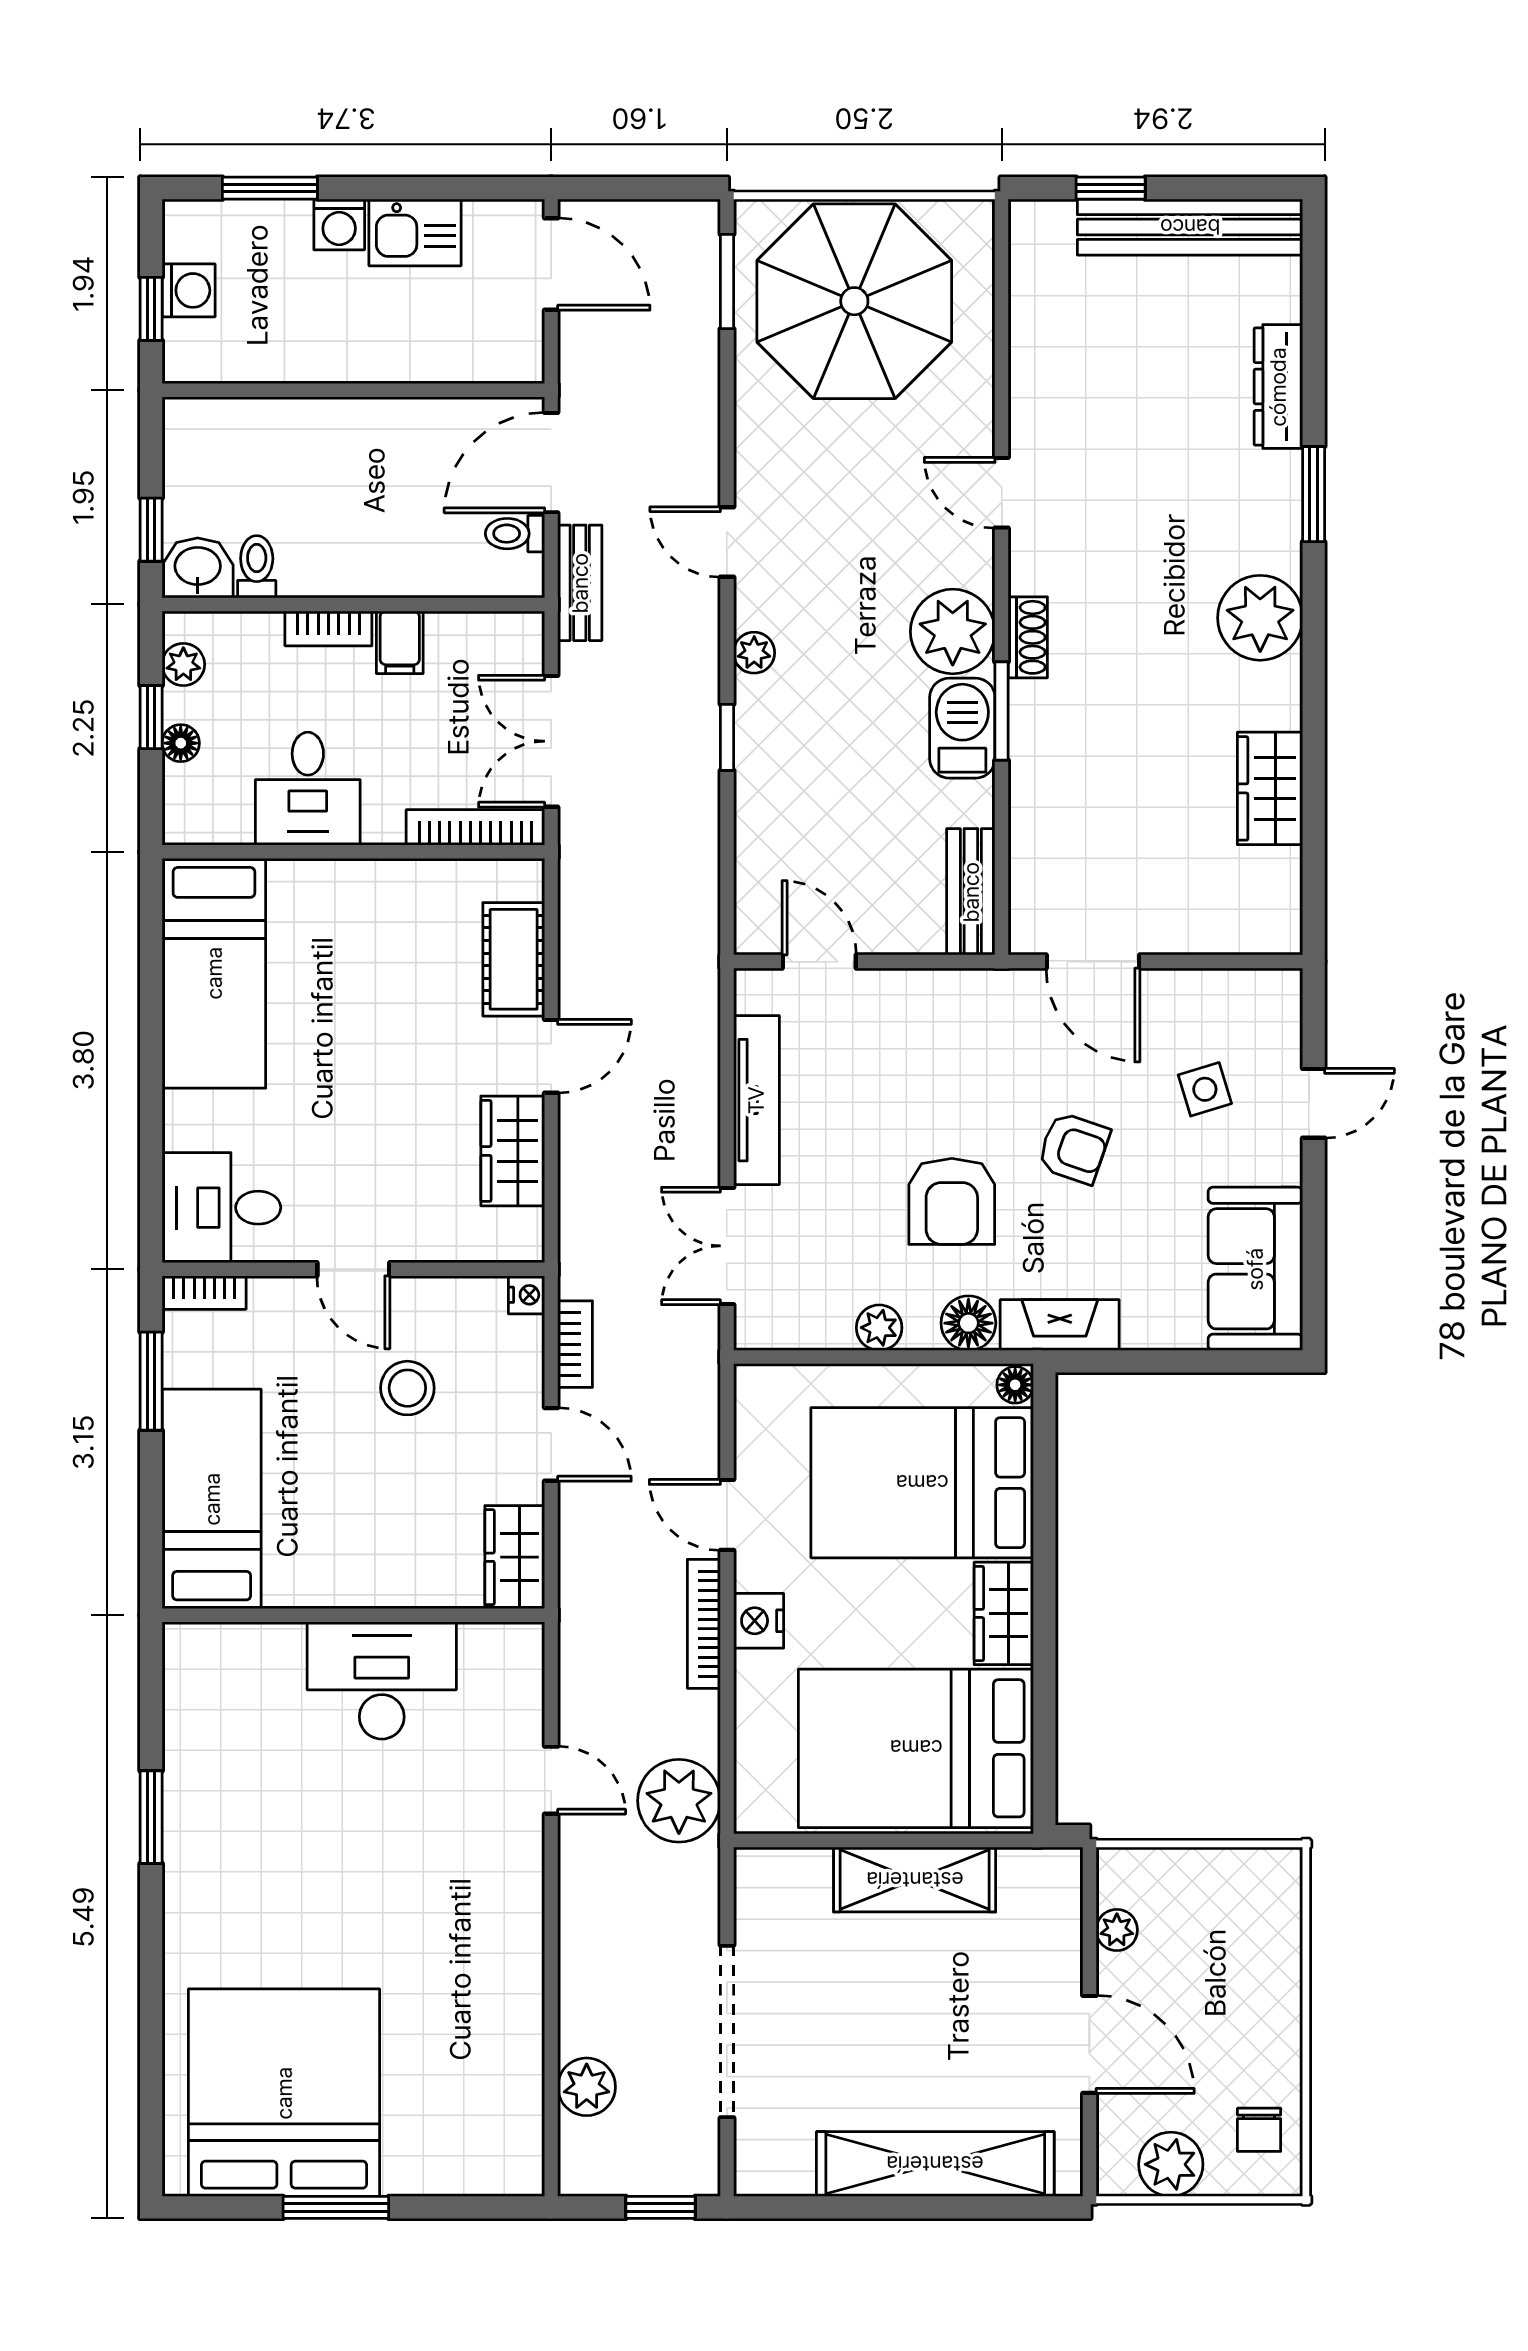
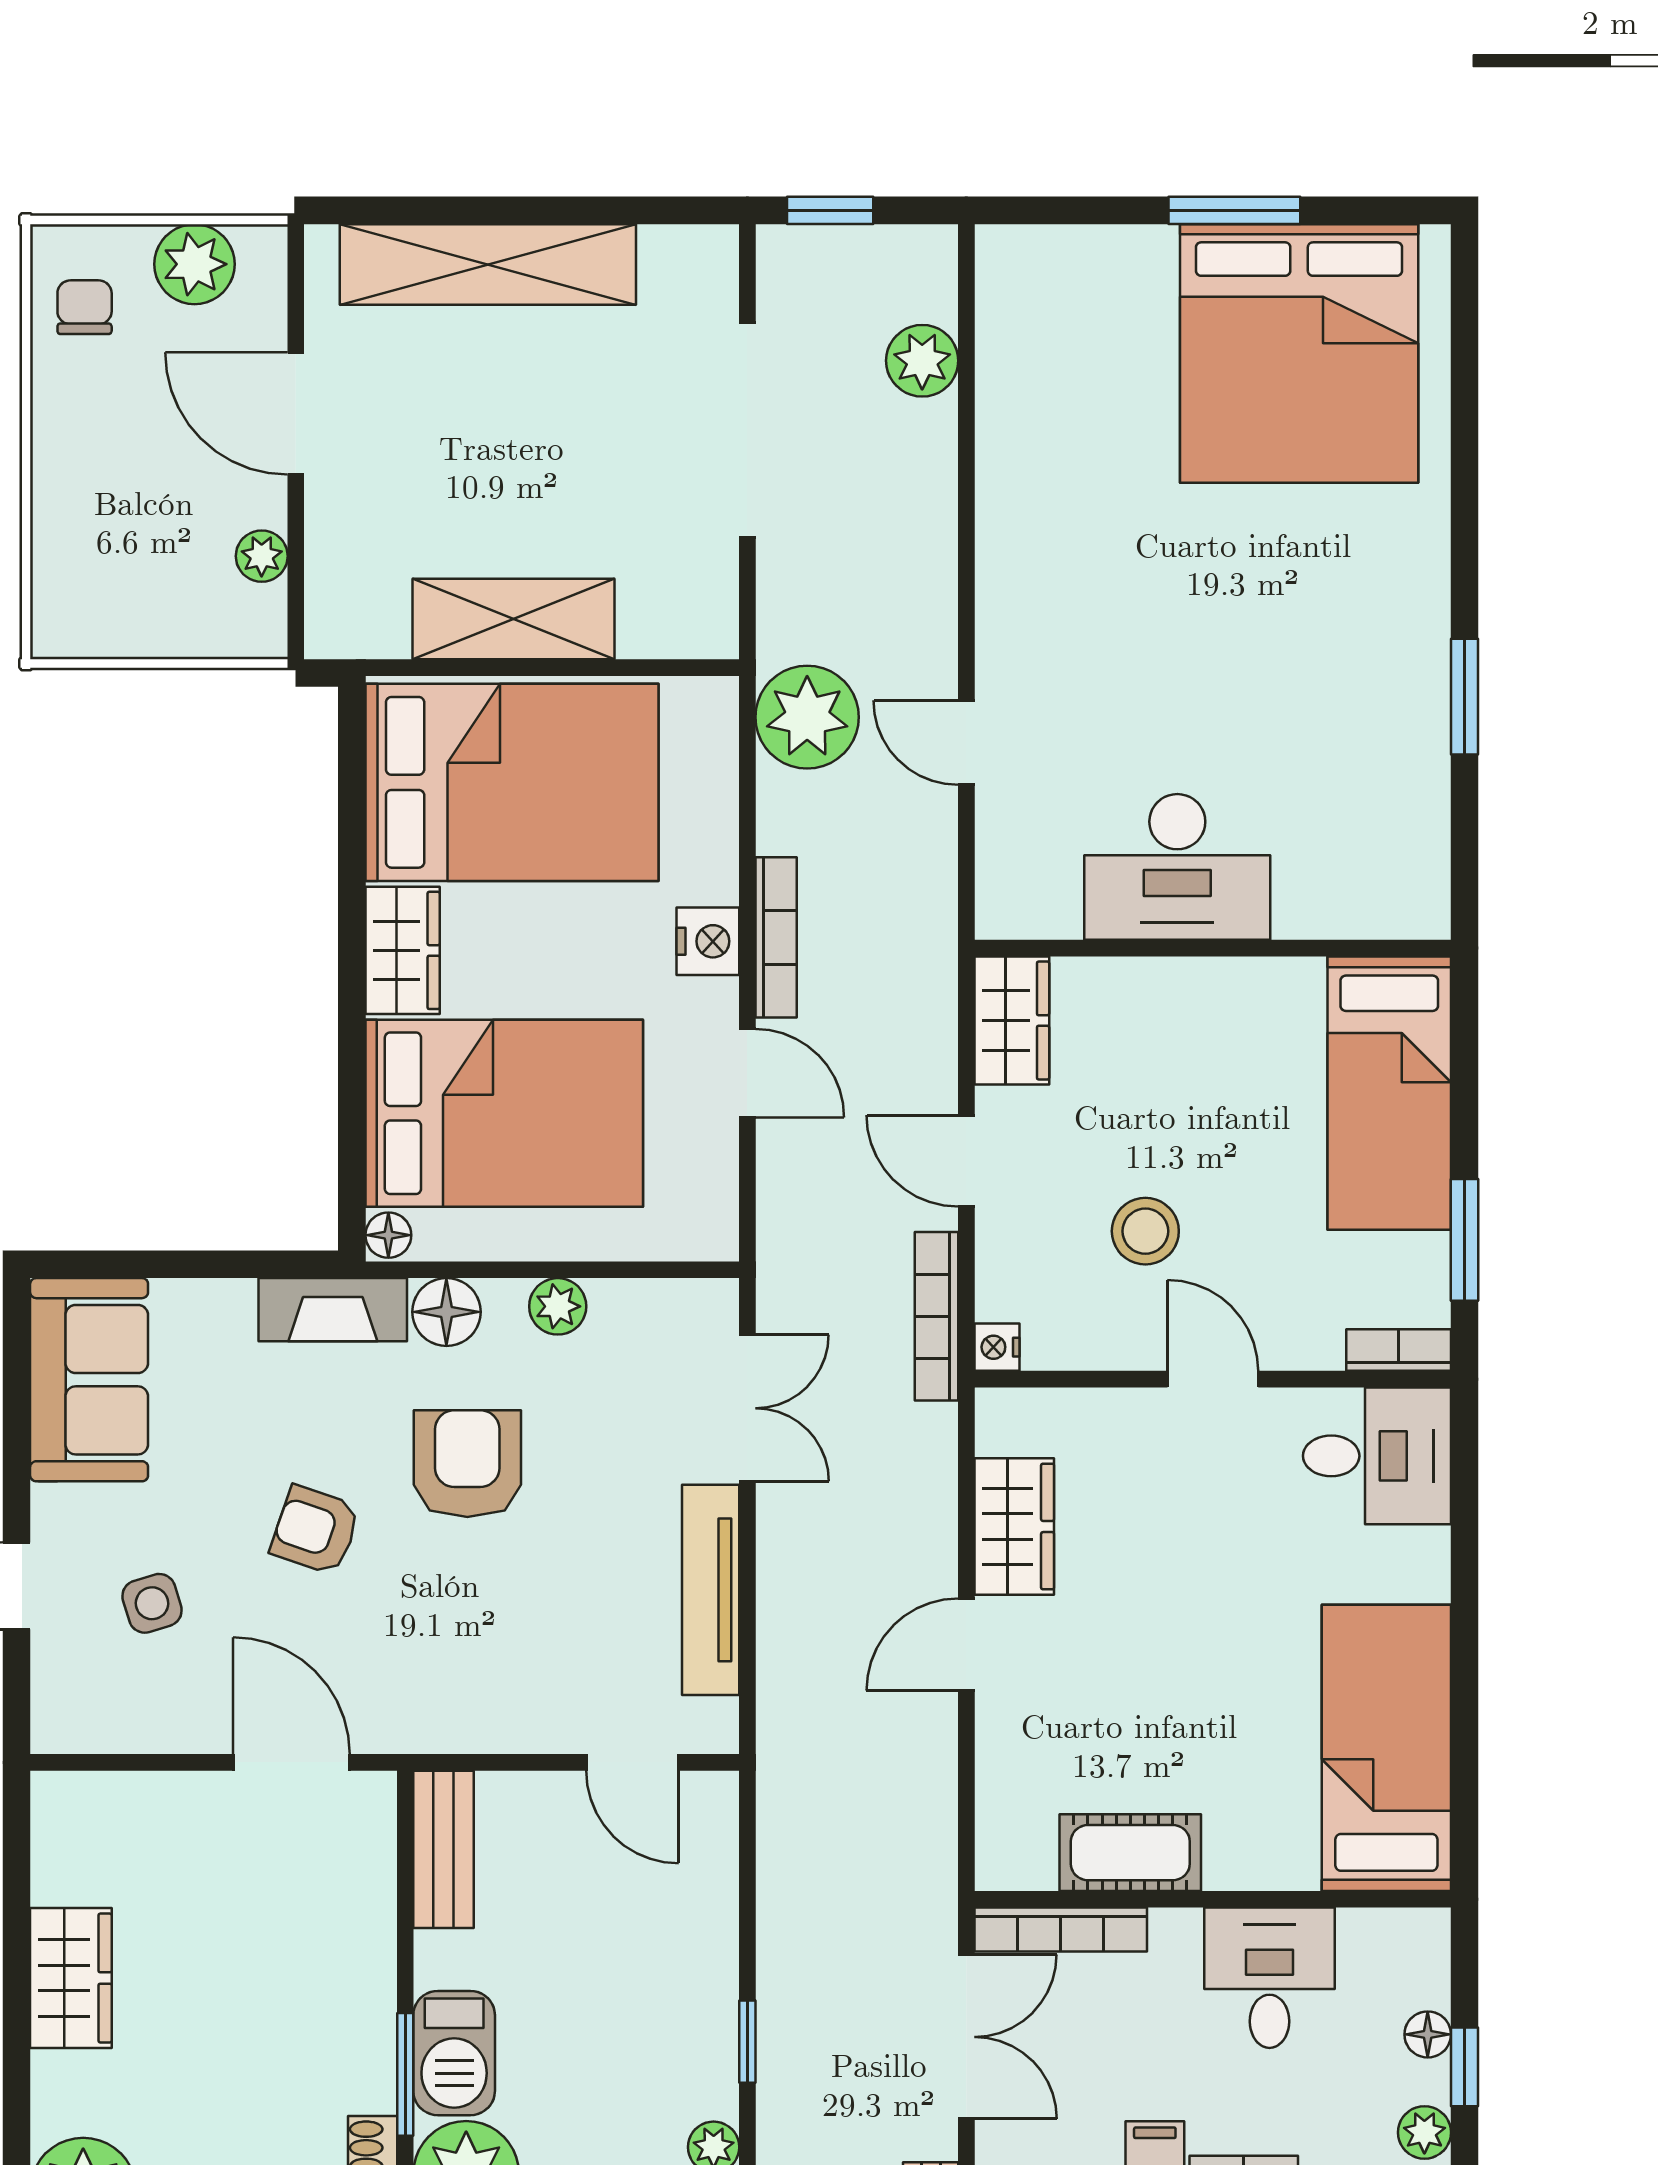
cot: (514, 959) -> (1130, 1853), moved, turned 90
bookcase: (575, 1344) -> (937, 1316), width x1.56

